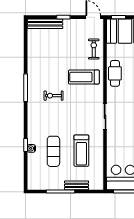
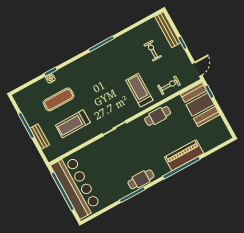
exercise bike: (54, 96) -> (153, 51), moved

